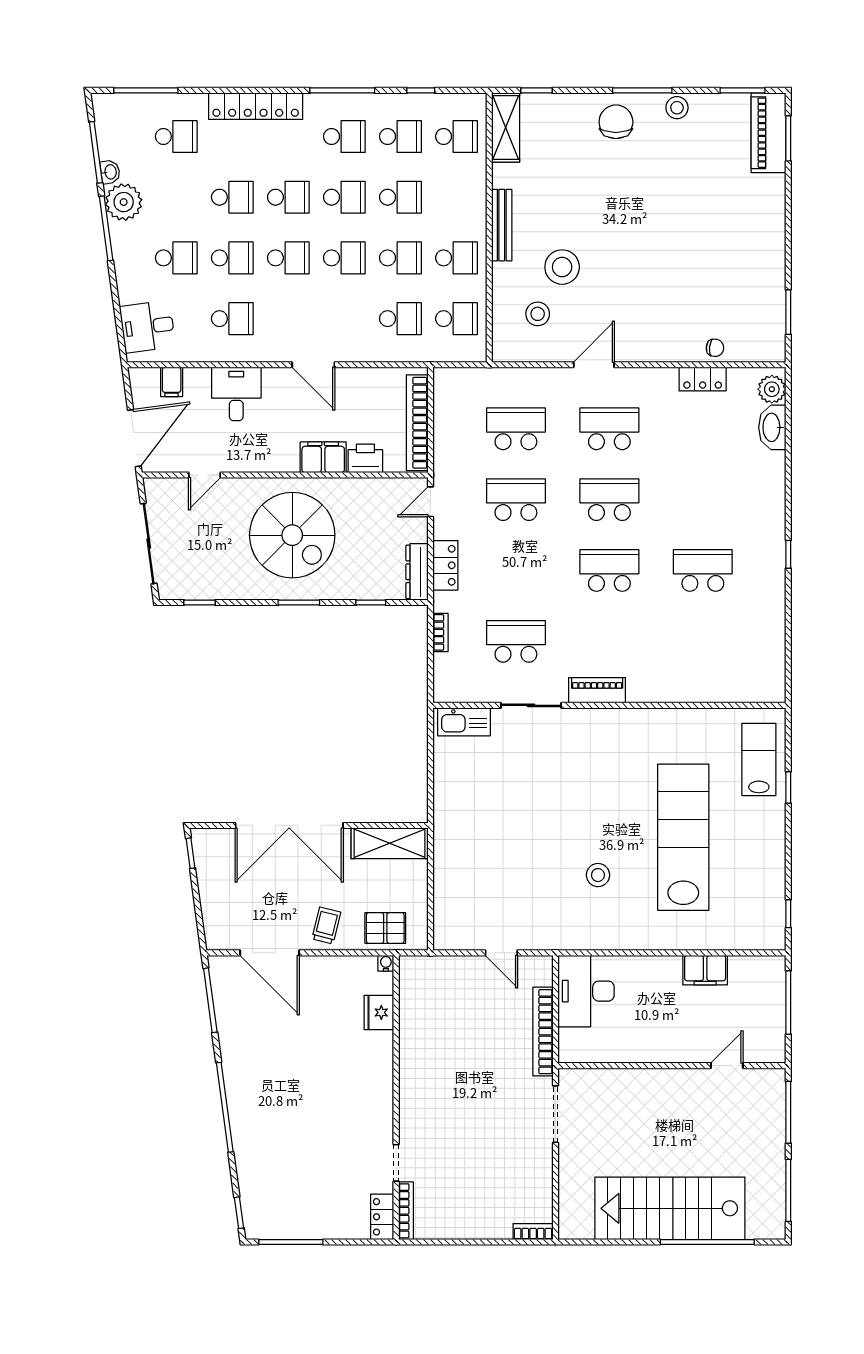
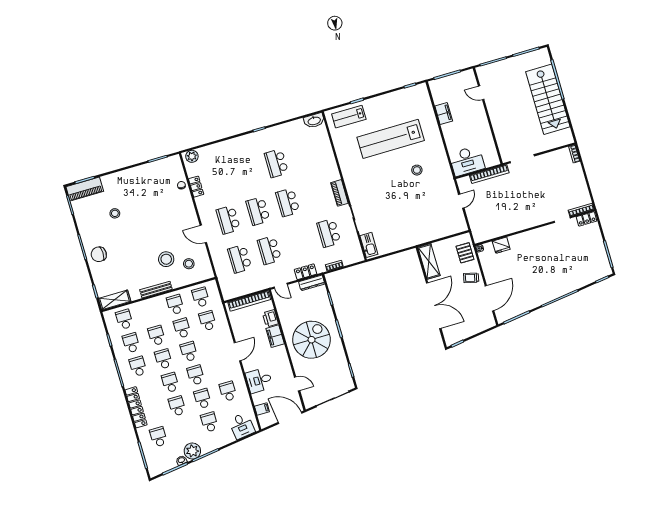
stool: (677, 108) -> (115, 213), moved
washbasin: (772, 427) -> (314, 121), moved

